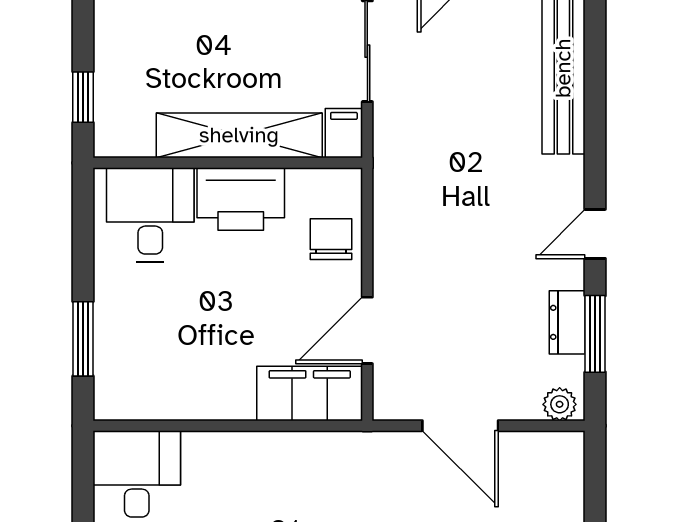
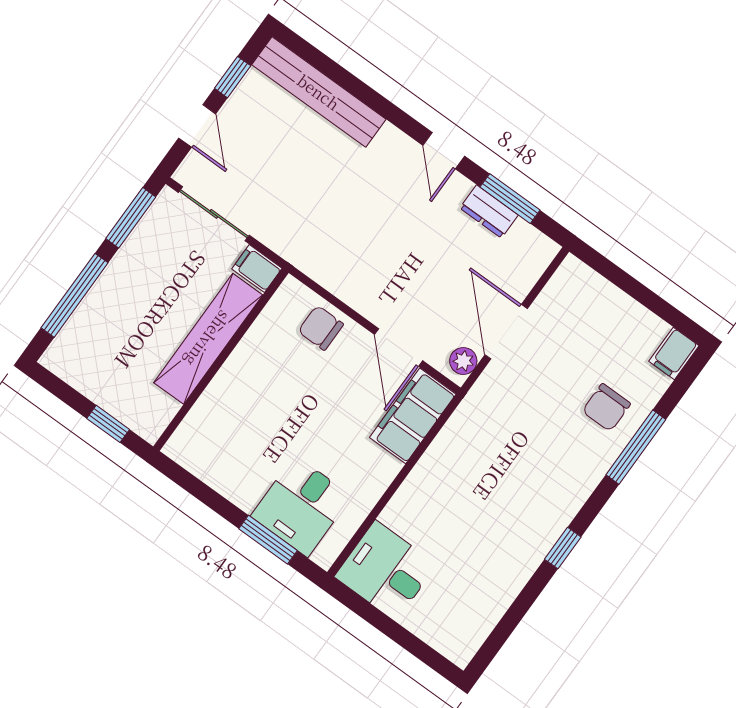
printer: (241, 199) -> (251, 368), removed
desk: (150, 215) -> (301, 506), moved, turned -90
plant: (560, 404) -> (463, 361), moved
door: (460, 426) -> (506, 332), swing flipped

